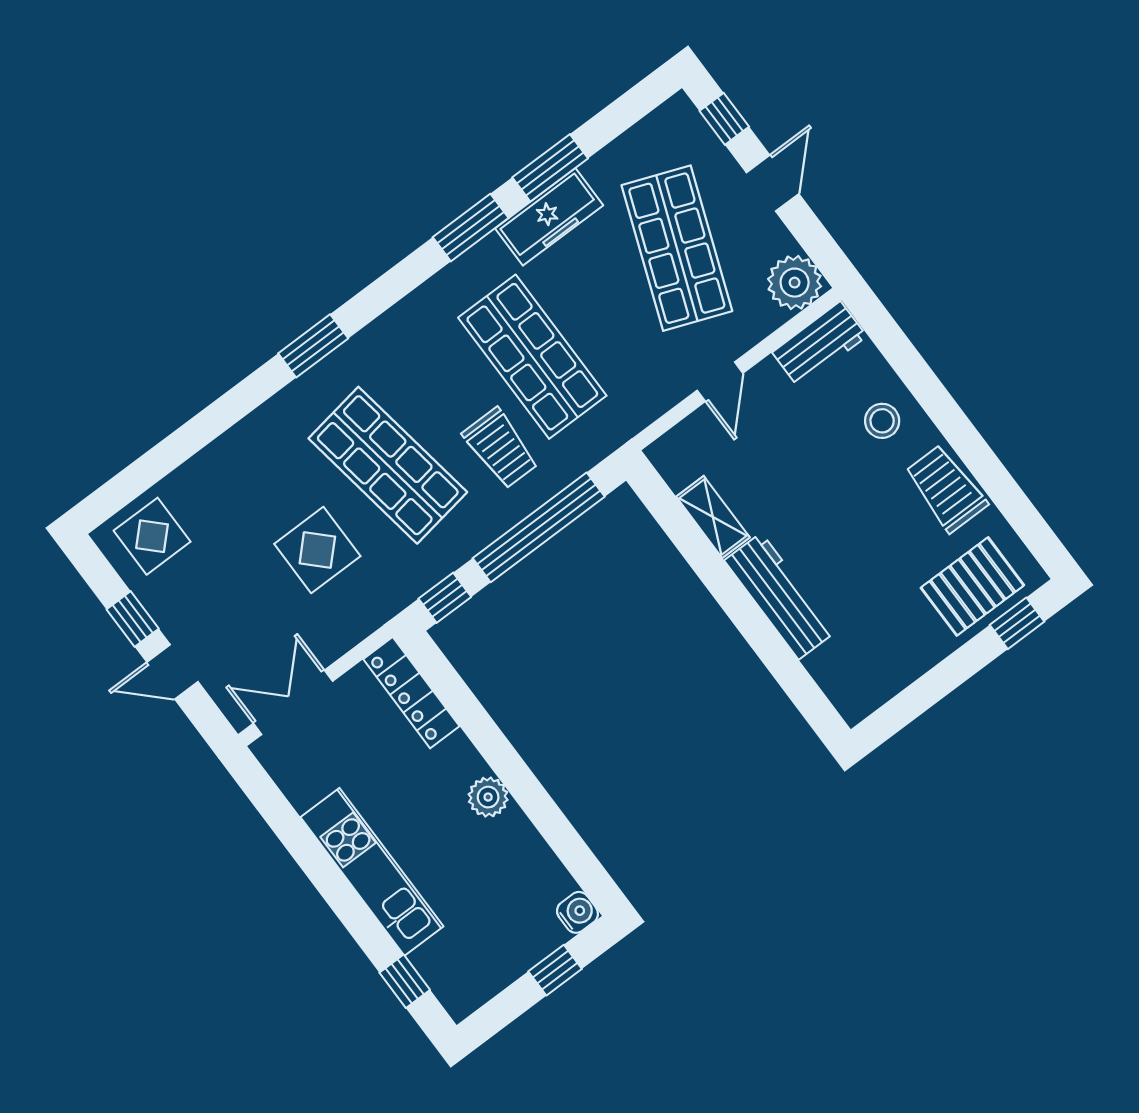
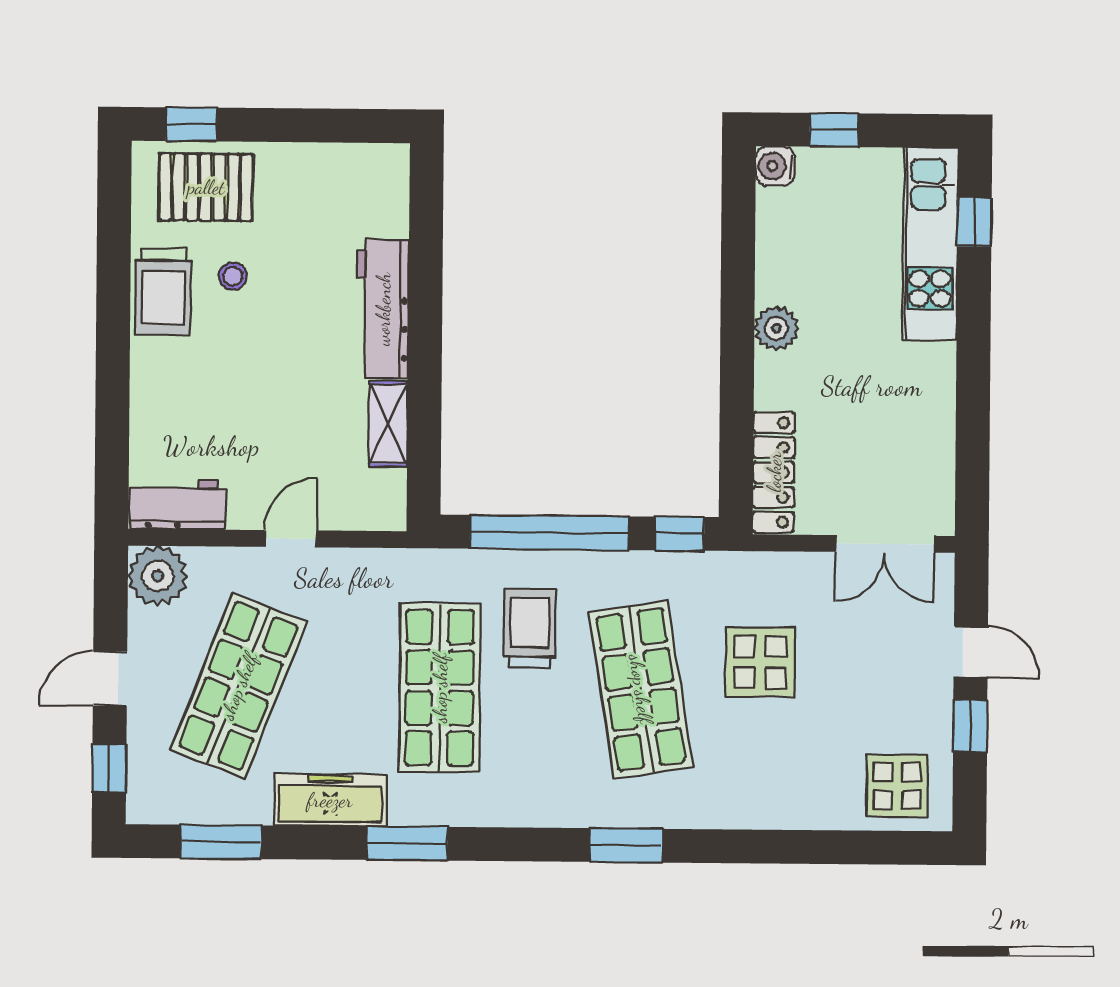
window: (550, 168) -> (221, 842), moved
stool: (882, 421) -> (233, 276), moved, width x0.73, depth x0.73
kitchen unit: (372, 872) -> (930, 244), moved

